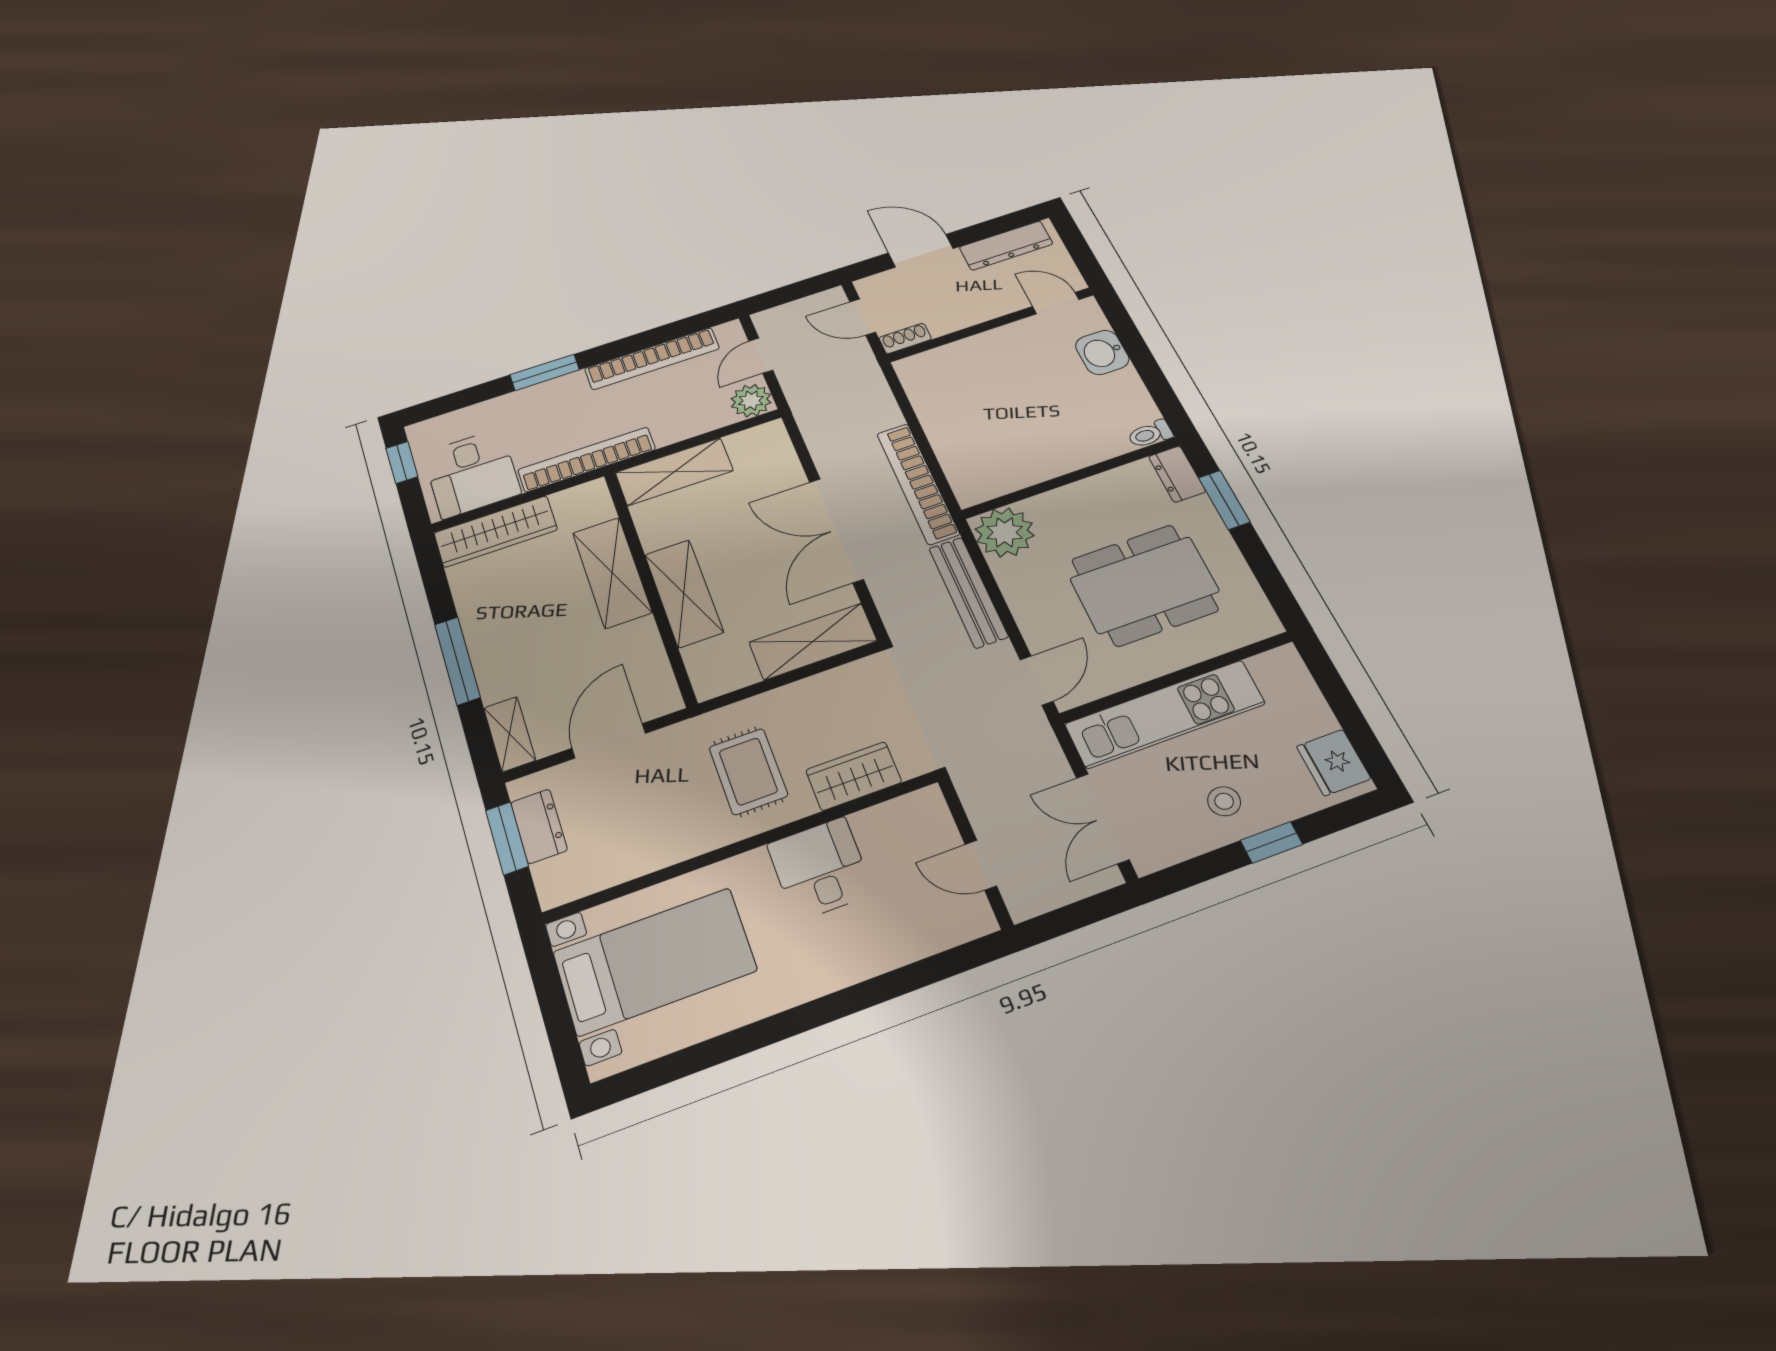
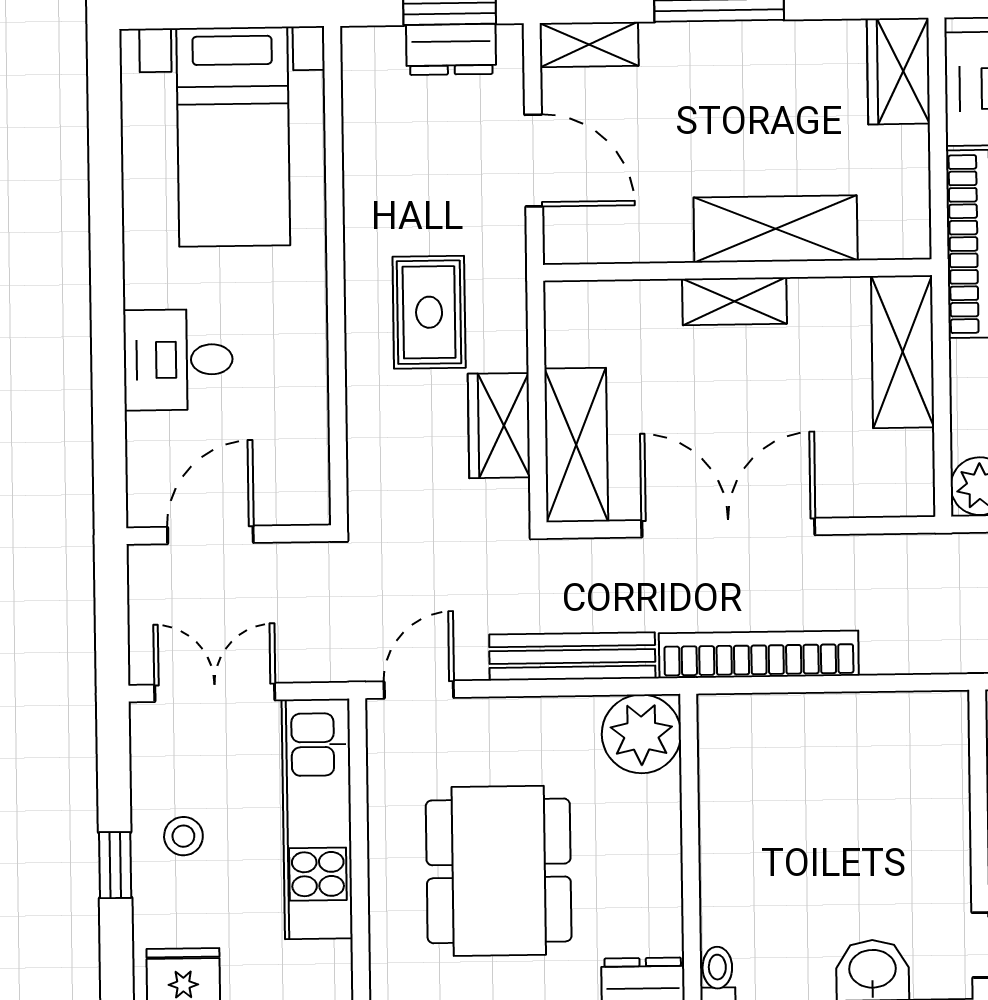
wardrobe: (496, 531) -> (898, 71), width x0.67
shelving: (684, 593) -> (734, 301), width x0.67, depth x0.75
door: (1036, 680) -> (419, 690), swing flipped
rug: (748, 771) -> (429, 312), turned 90
wardrobe: (854, 776) -> (499, 426), moved, turned 180
door: (981, 865) -> (210, 535), width x1.38
desk: (820, 869) -> (178, 360), moved, turned 180

